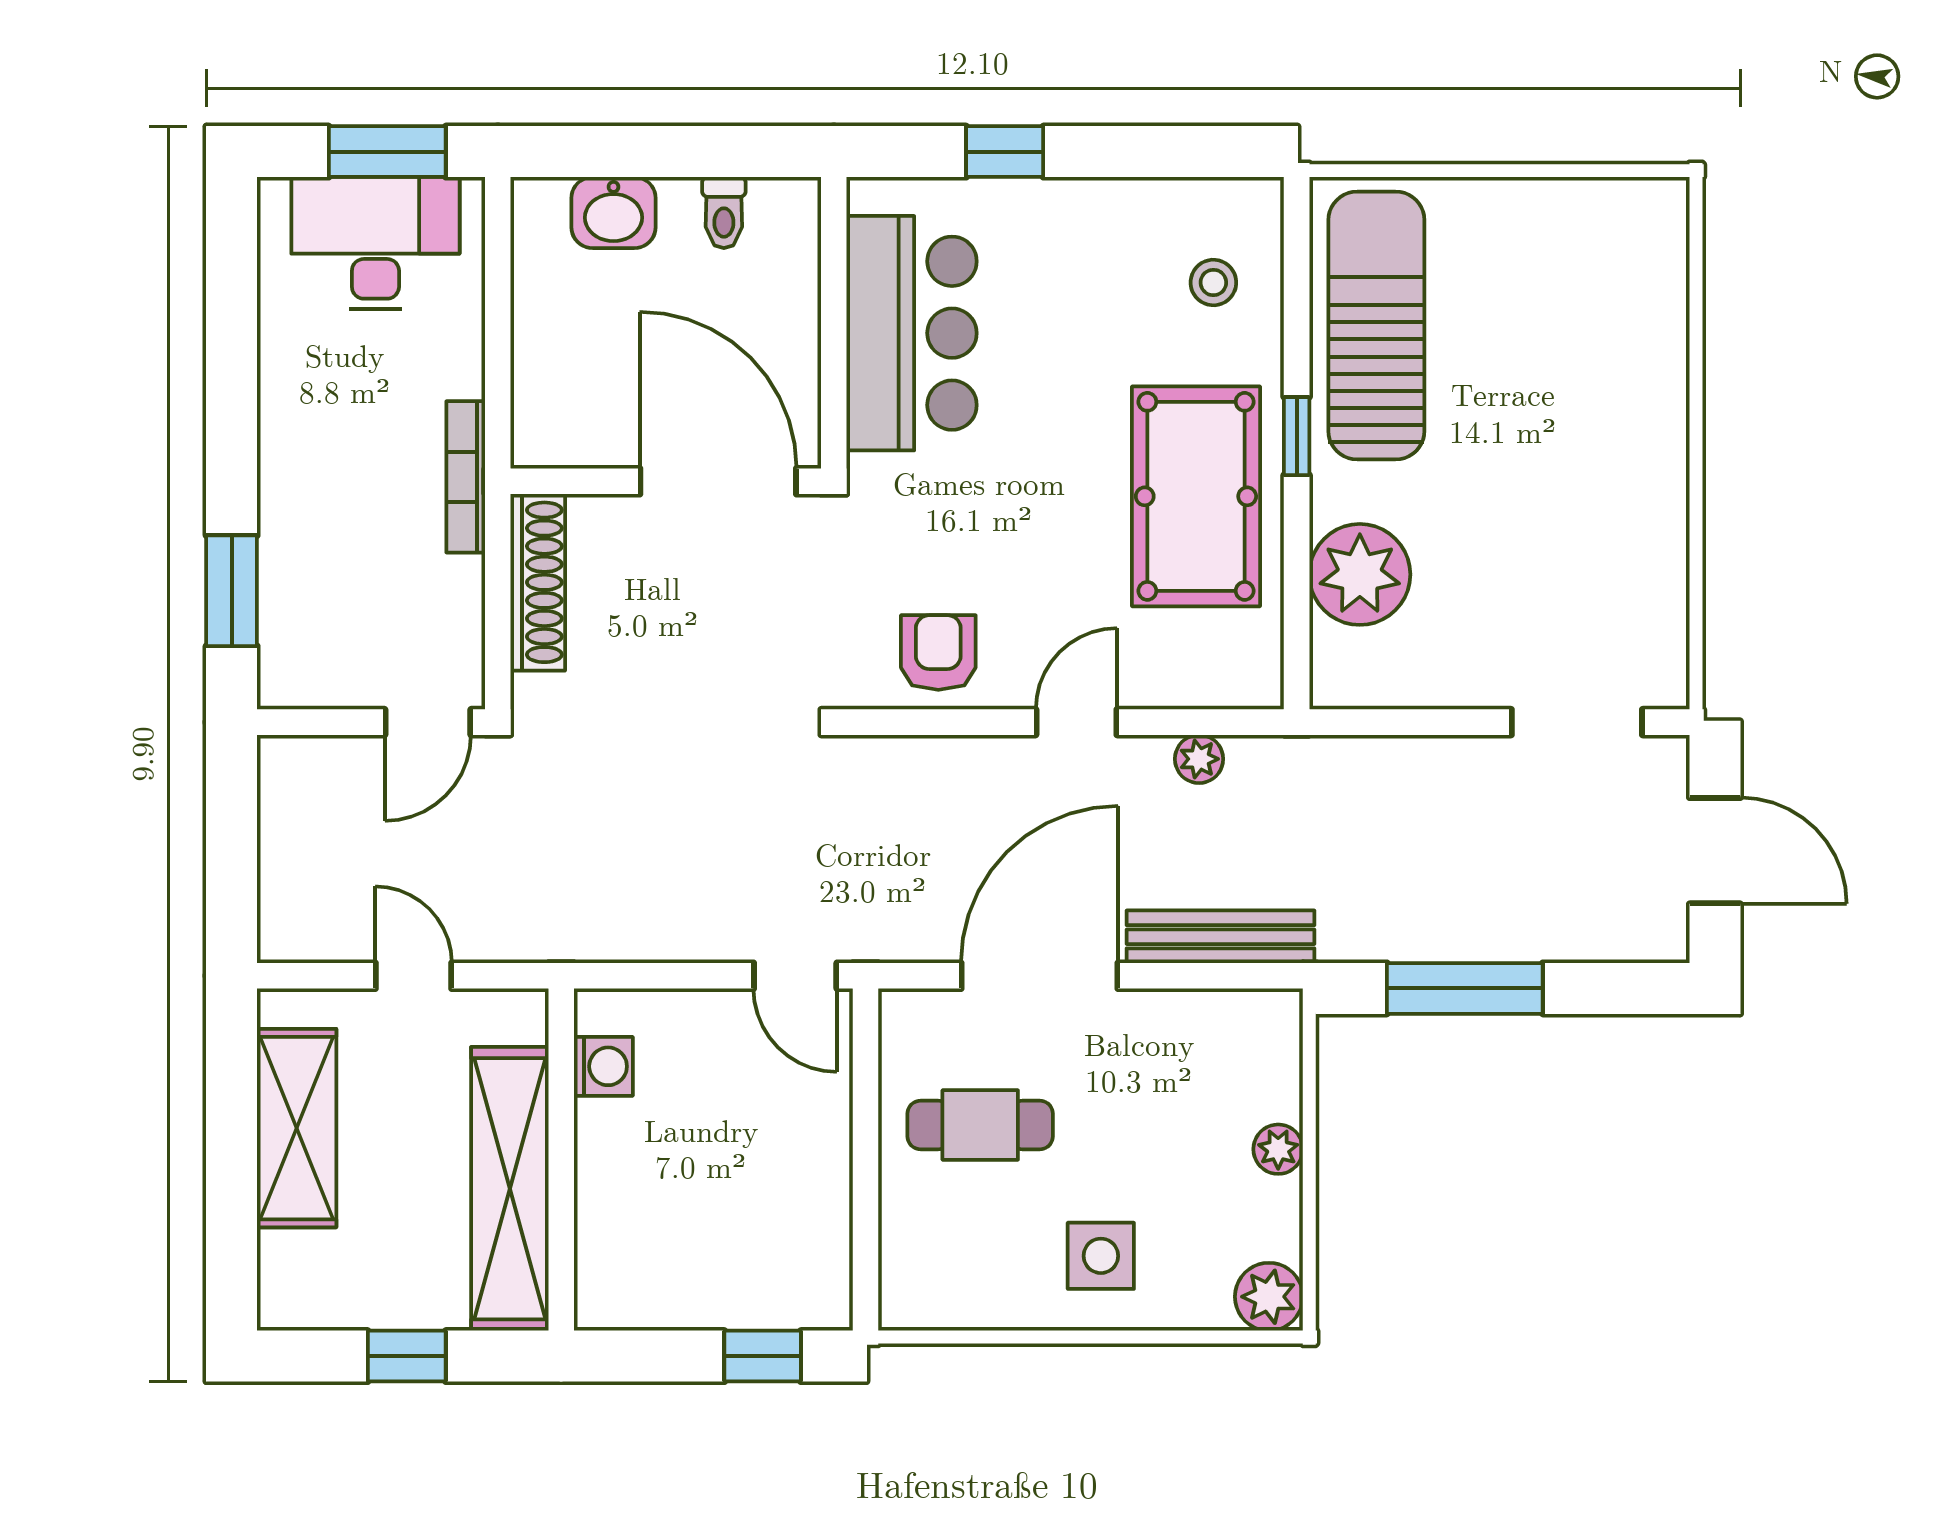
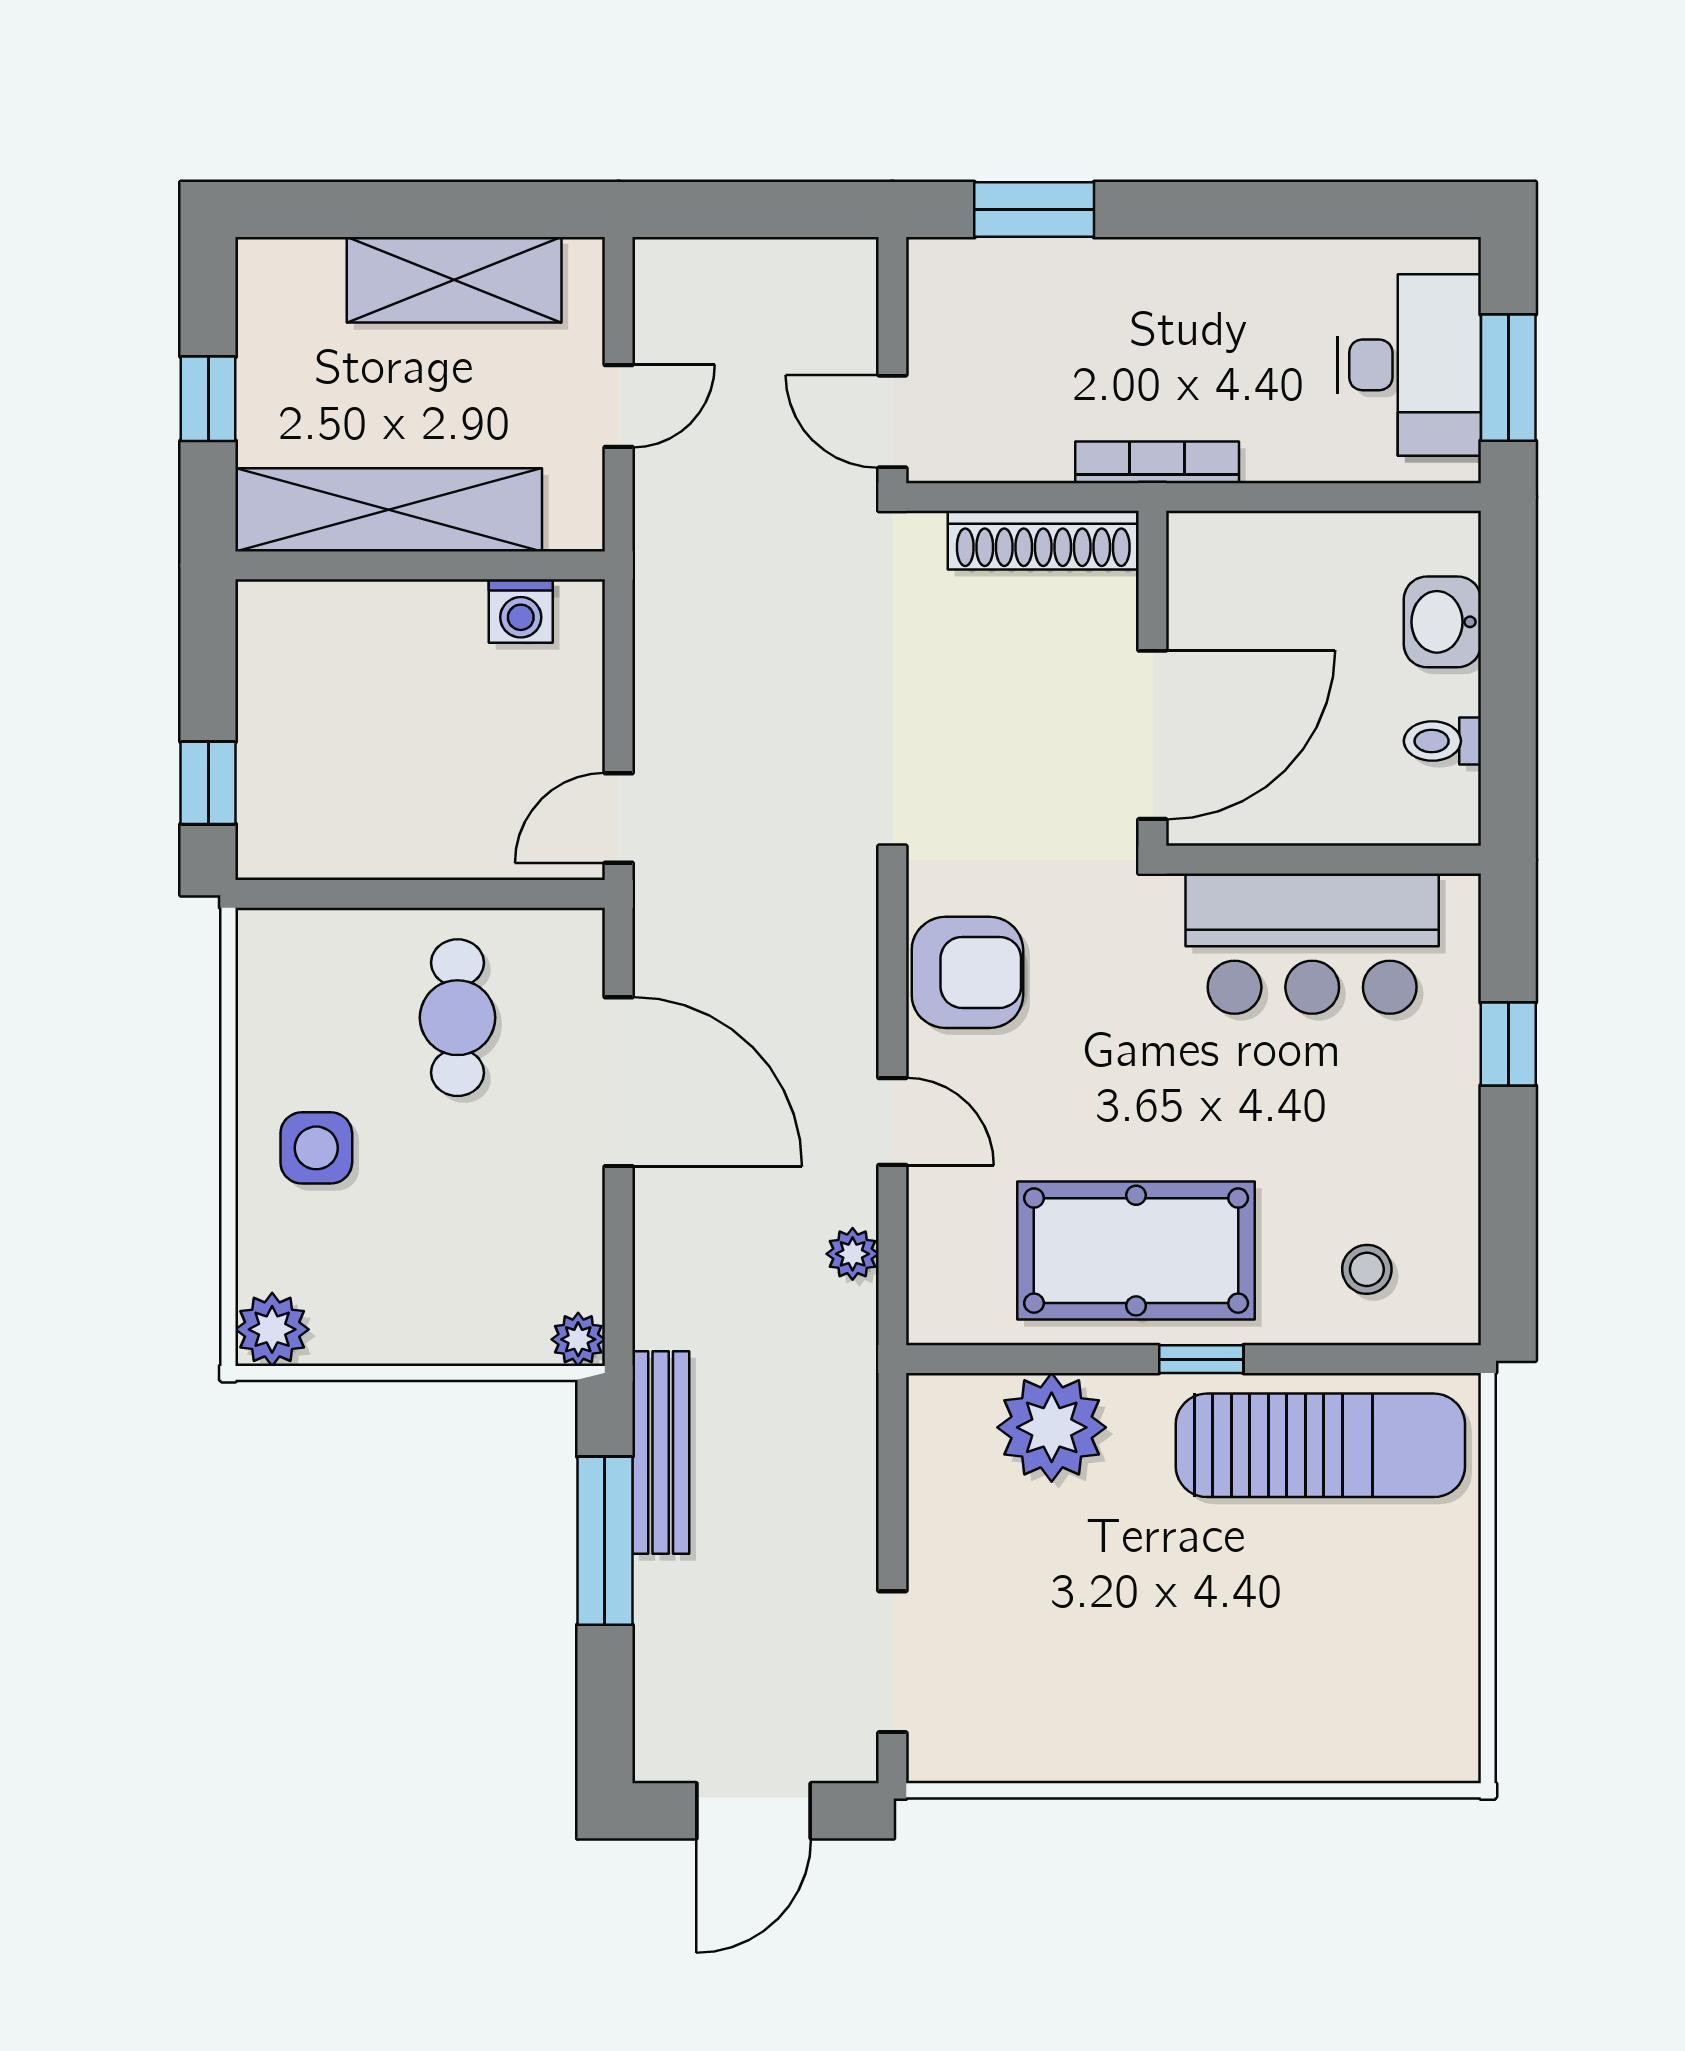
armchair: (938, 653) -> (967, 972), width x1.38, depth x1.38
bench: (1221, 937) -> (661, 1452), moved
plant: (1278, 1149) -> (578, 1339), moved

